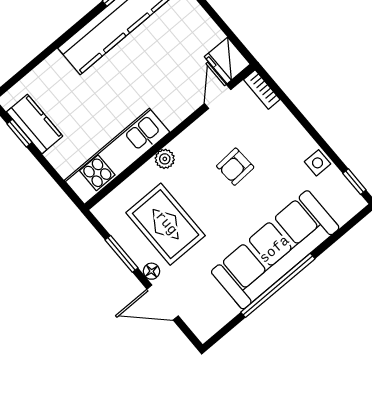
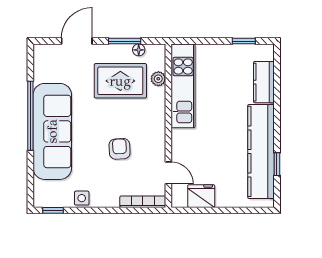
fridge: (227, 60) -> (201, 196), moved
bookcase: (262, 90) -> (143, 202), width x1.56
kitchen counter: (35, 124) -> (264, 82), moved, turned 90
plant: (165, 159) -> (158, 79), moved
floor lamp: (152, 271) -> (139, 50), moved

